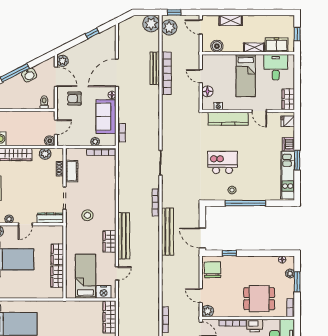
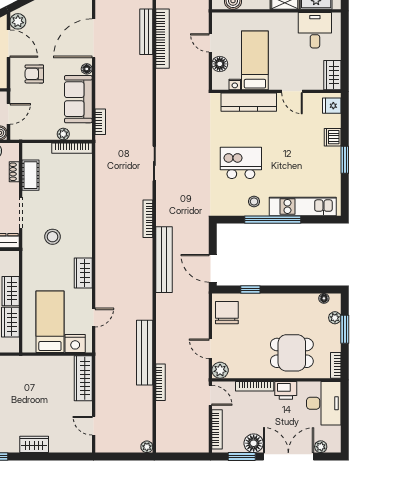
bed: (246, 76) -> (255, 60), moved, turned 180
kitchen unit: (288, 175) -> (303, 206), moved, turned 90
bench: (124, 236) -> (145, 353), moved

